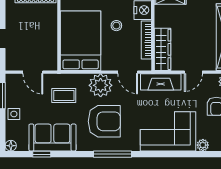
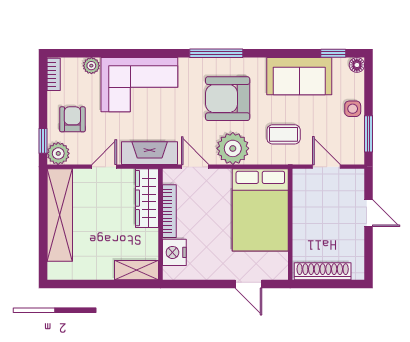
stool: (116, 26) -> (211, 231), removed
window: (42, 154) -> (333, 53), moved

